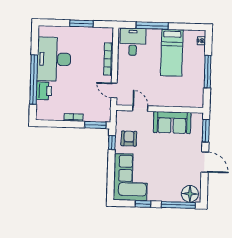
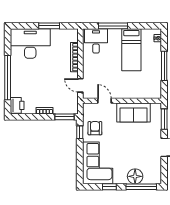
desk: (54, 59) -> (30, 43), moved, turned 90
printer: (44, 91) -> (17, 105), moved
floor lamp: (190, 194) -> (135, 176), moved

